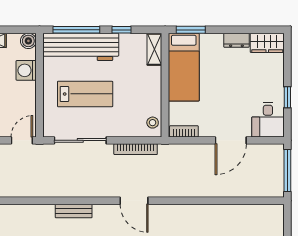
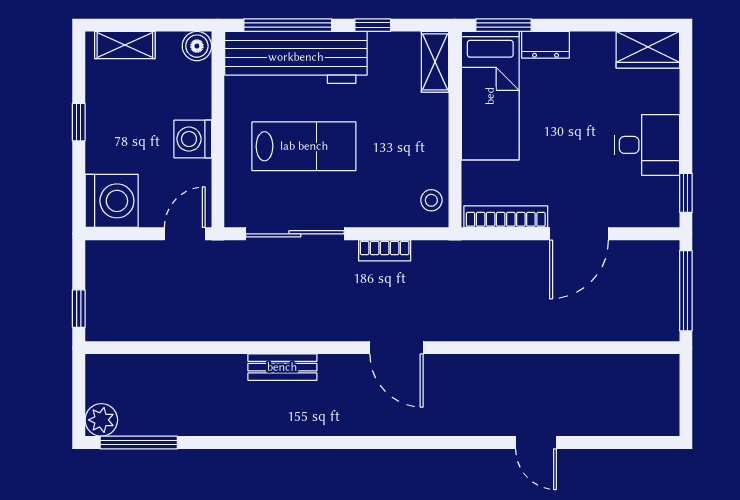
dresser: (236, 40) -> (546, 45), moved
washing machine: (26, 70) -> (193, 139), moved
window: (287, 97) -> (686, 193), moved
desk: (268, 120) -> (647, 145), moved, turned -90
bookcase: (184, 131) -> (506, 217), width x1.56
bookcase: (136, 149) -> (385, 251), width x0.64

